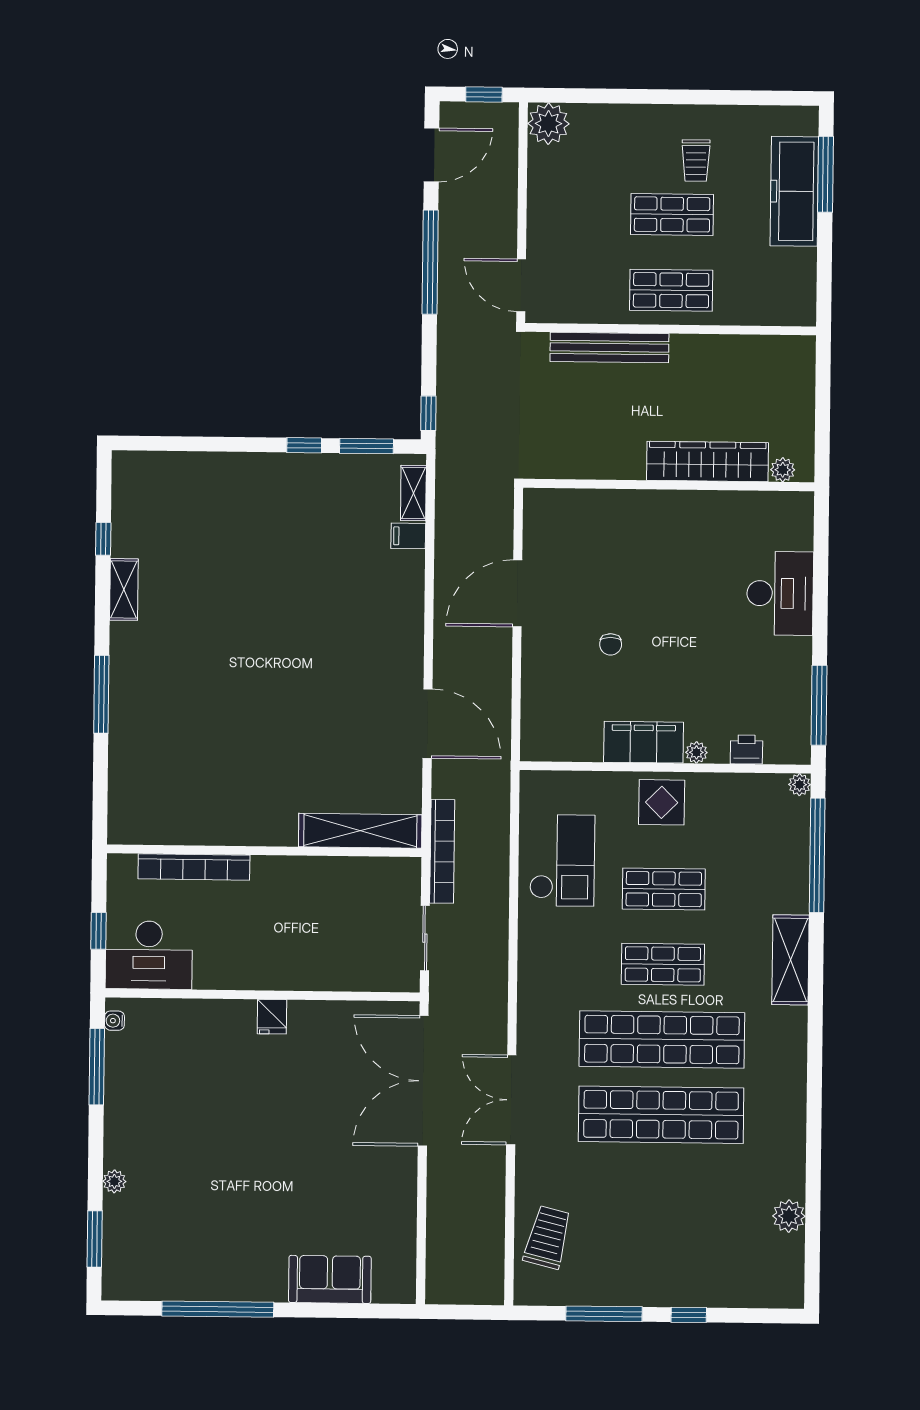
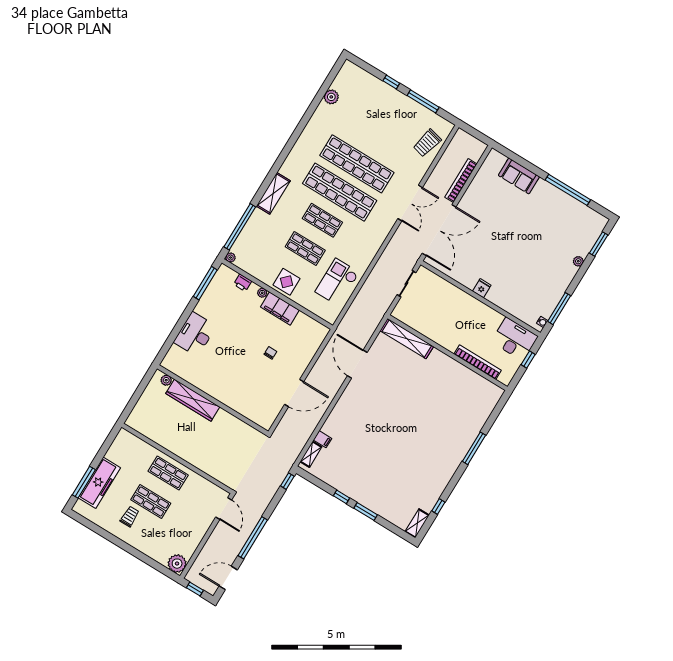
bench: (609, 348) -> (204, 465), removed
window: (366, 446) -> (366, 512), moved
shelving: (124, 589) -> (417, 523), moved
bookcase: (442, 851) -> (461, 181), moved

